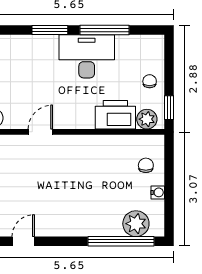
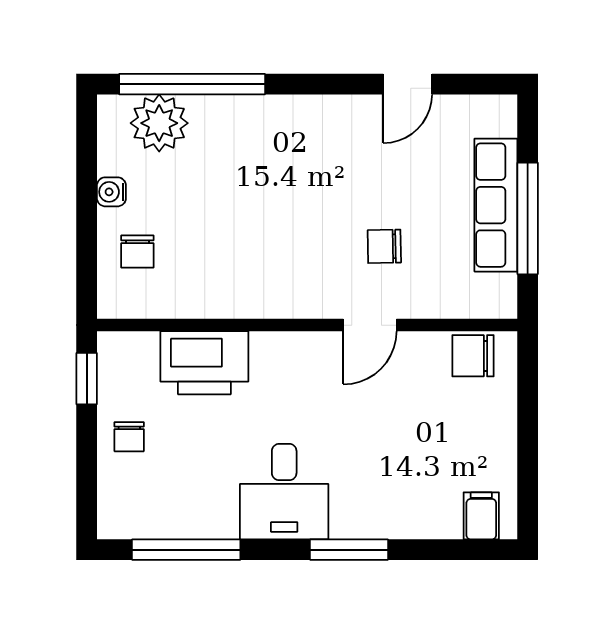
window: (104, 30) -> (186, 550), moved
desk: (87, 56) -> (284, 492), width x0.73
plant: (147, 119) -> (135, 353), removed
chair: (34, 168) -> (384, 246), added

